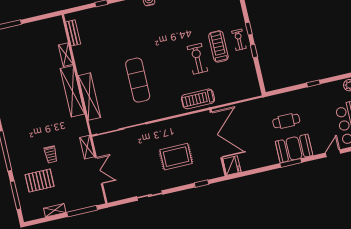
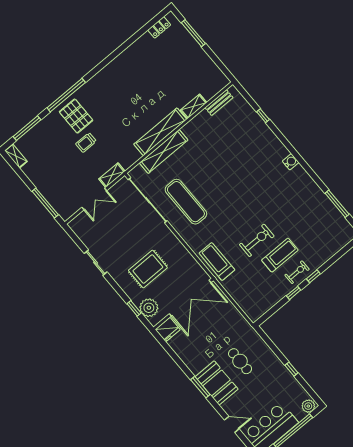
exercise mat: (138, 80) -> (186, 202), moved, turned 90
rug: (176, 157) -> (148, 269), turned 90
plant: (207, 172) -> (149, 308), added
pallet: (40, 180) -> (76, 116), moved
shelving: (55, 210) -> (16, 156), moved

